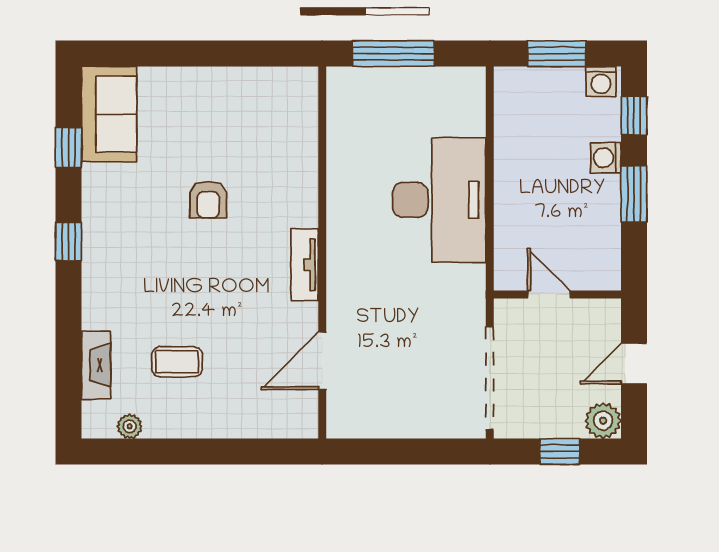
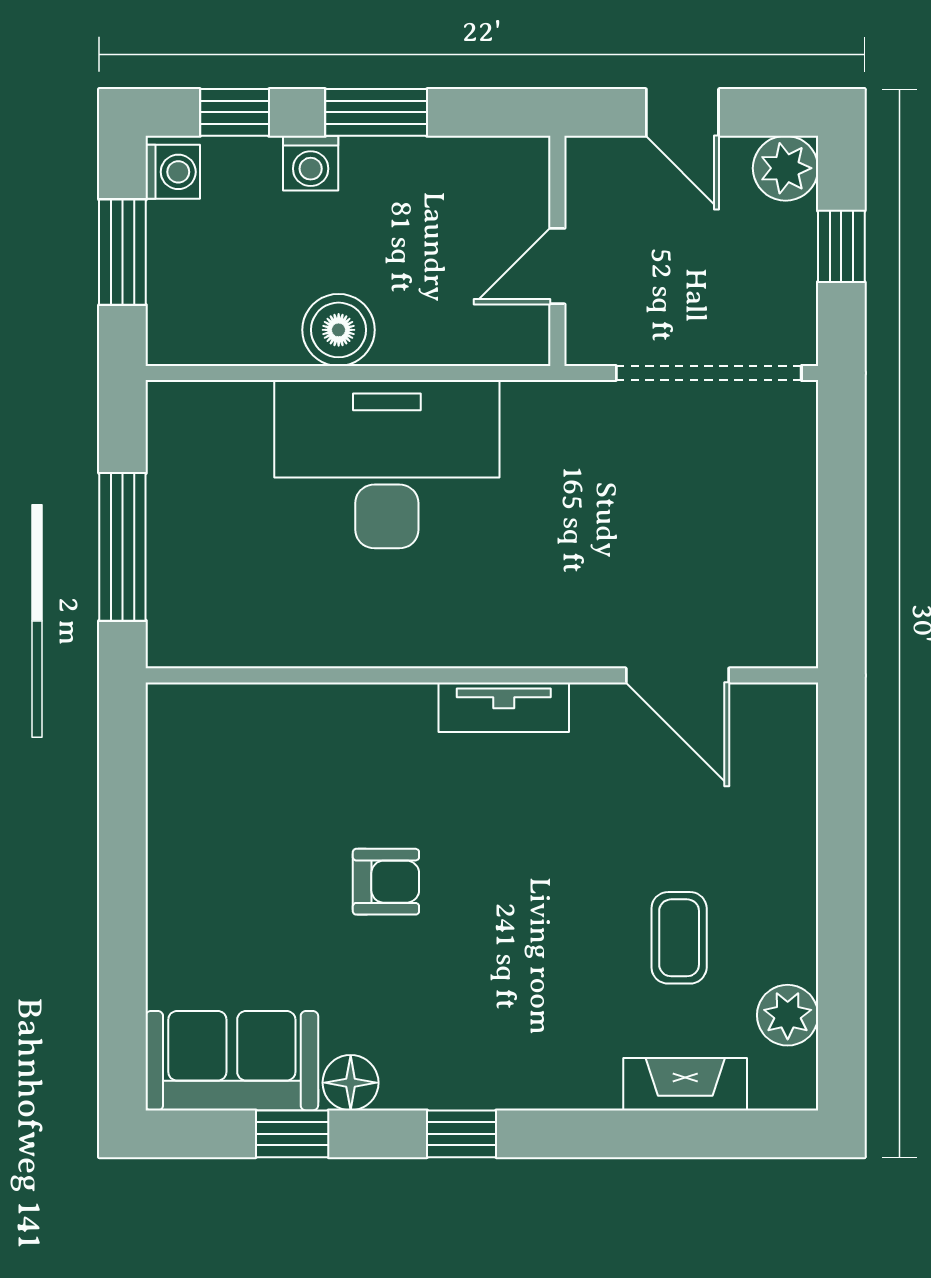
boiler: (514, 173) -> (339, 330), added
floor lamp: (97, 180) -> (351, 1083), added
plant: (130, 426) -> (788, 1015), width x1.38, depth x1.38

